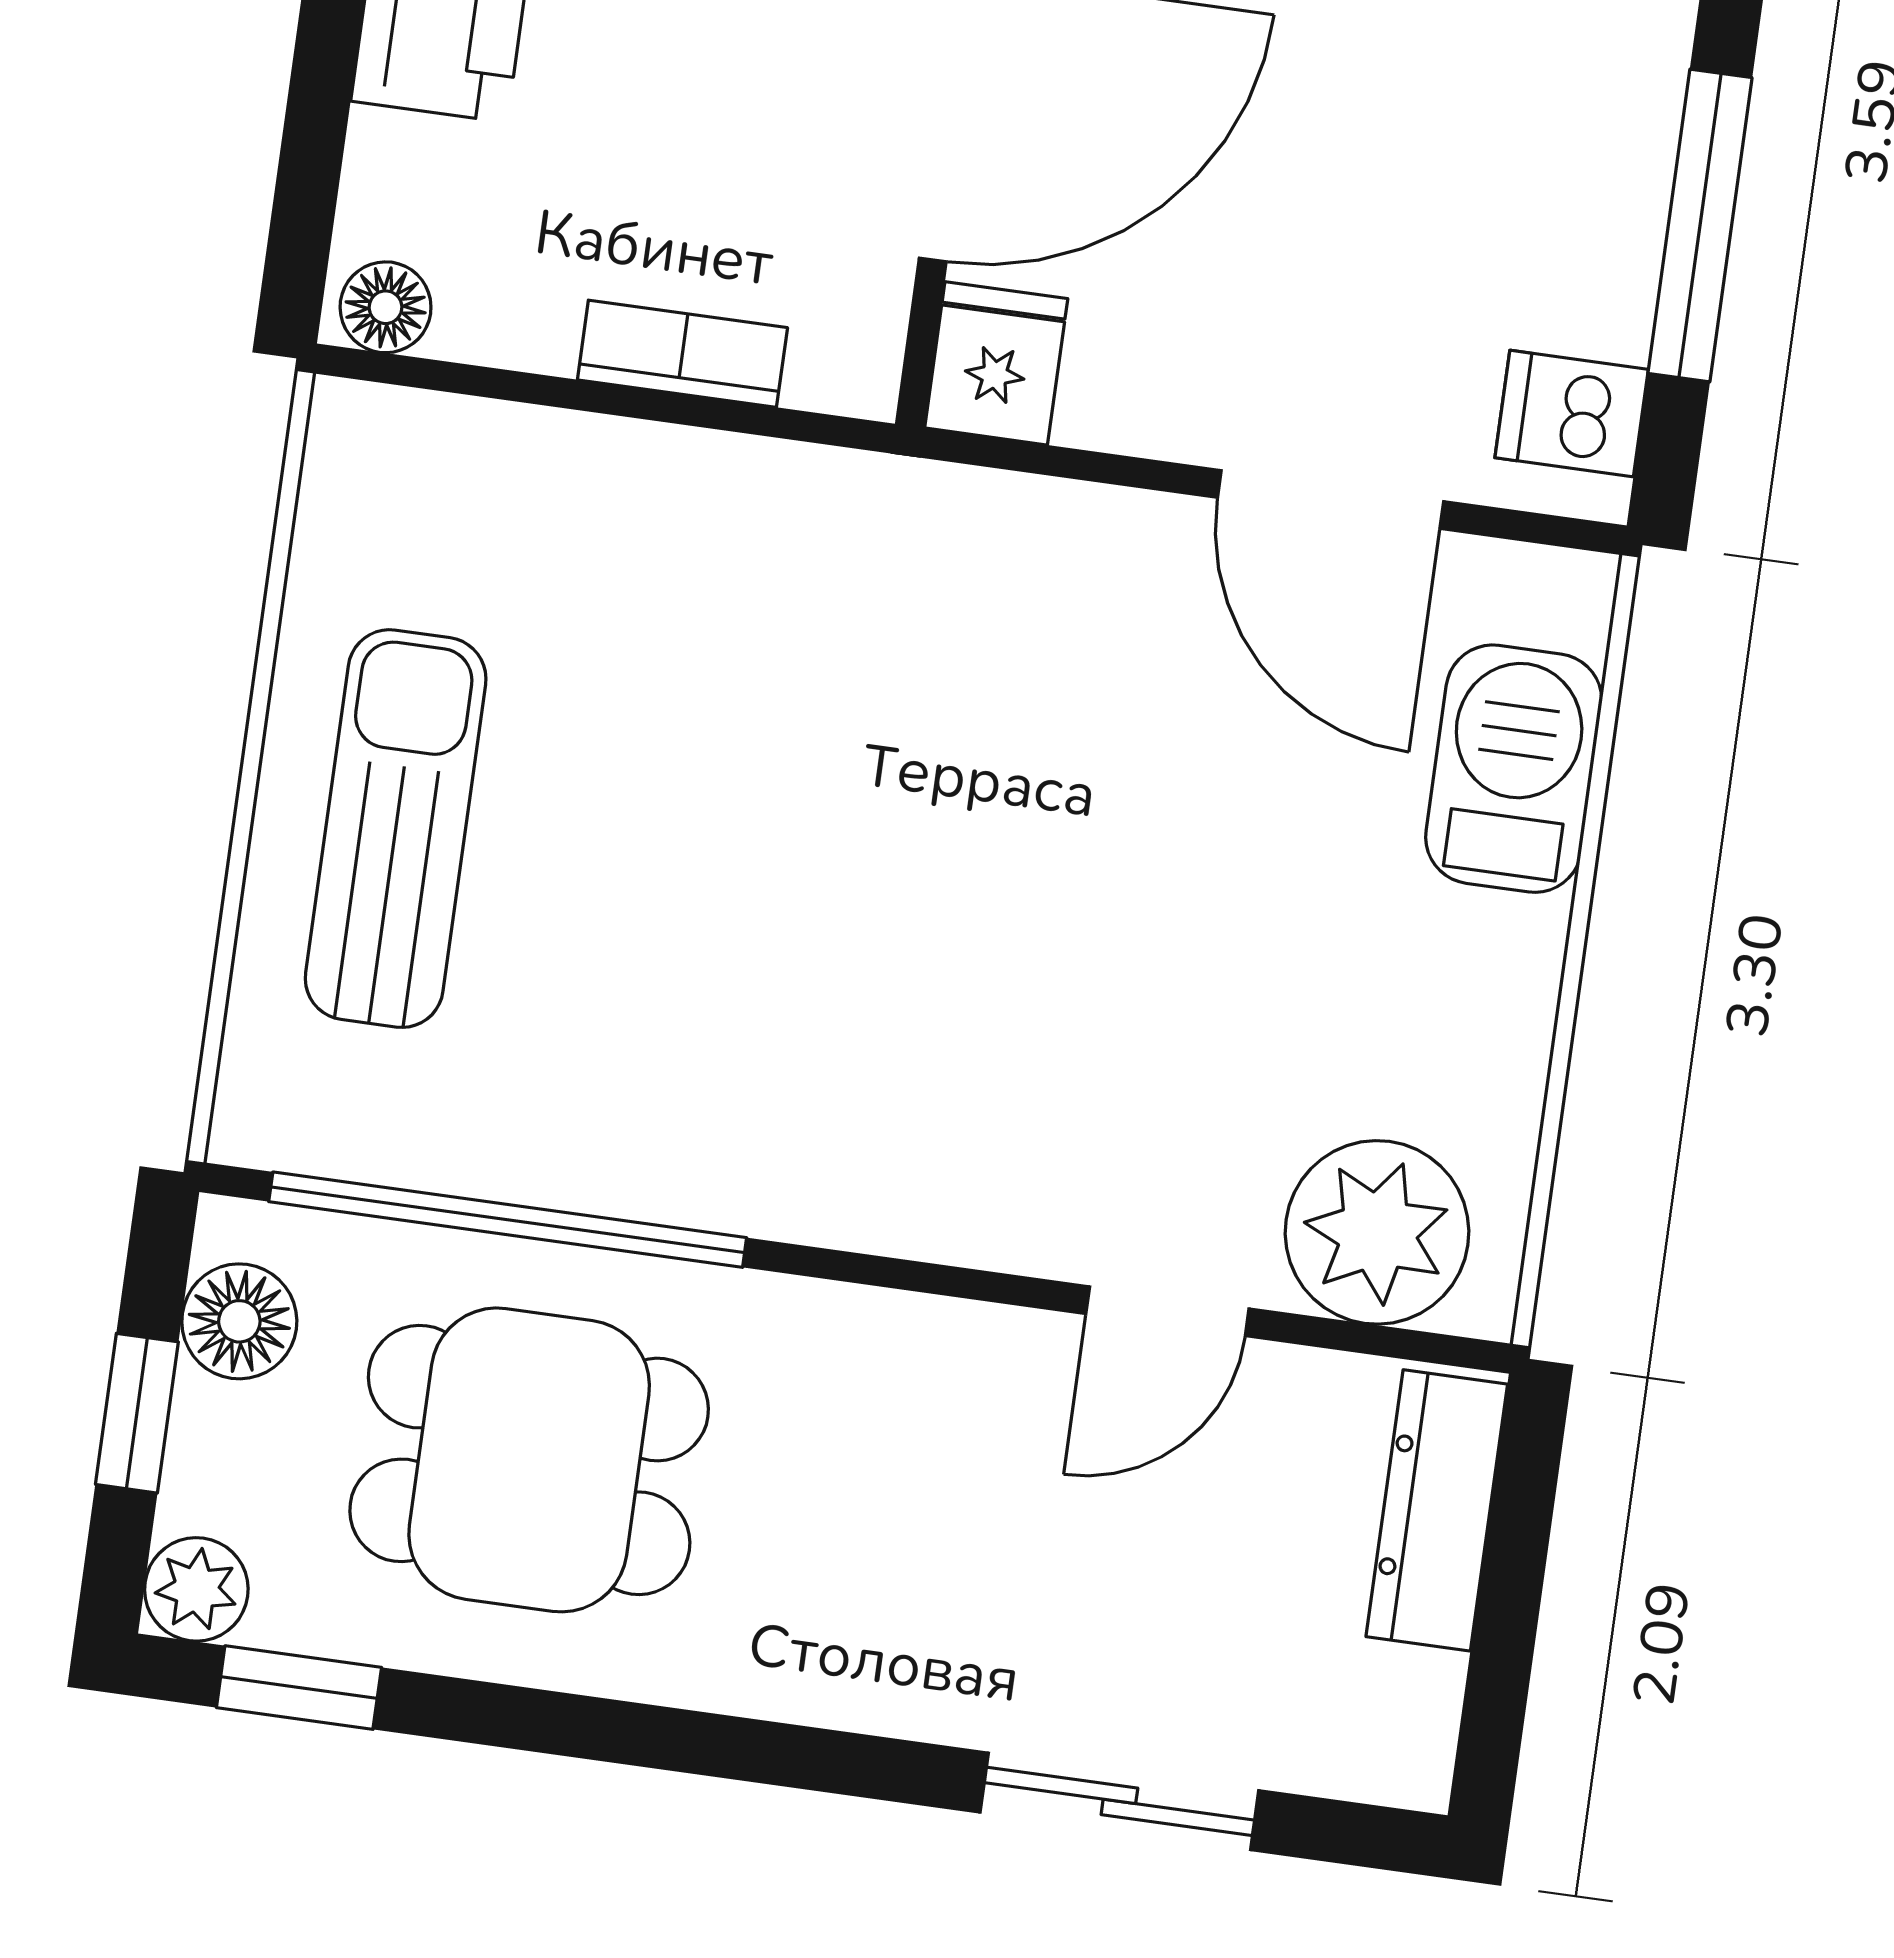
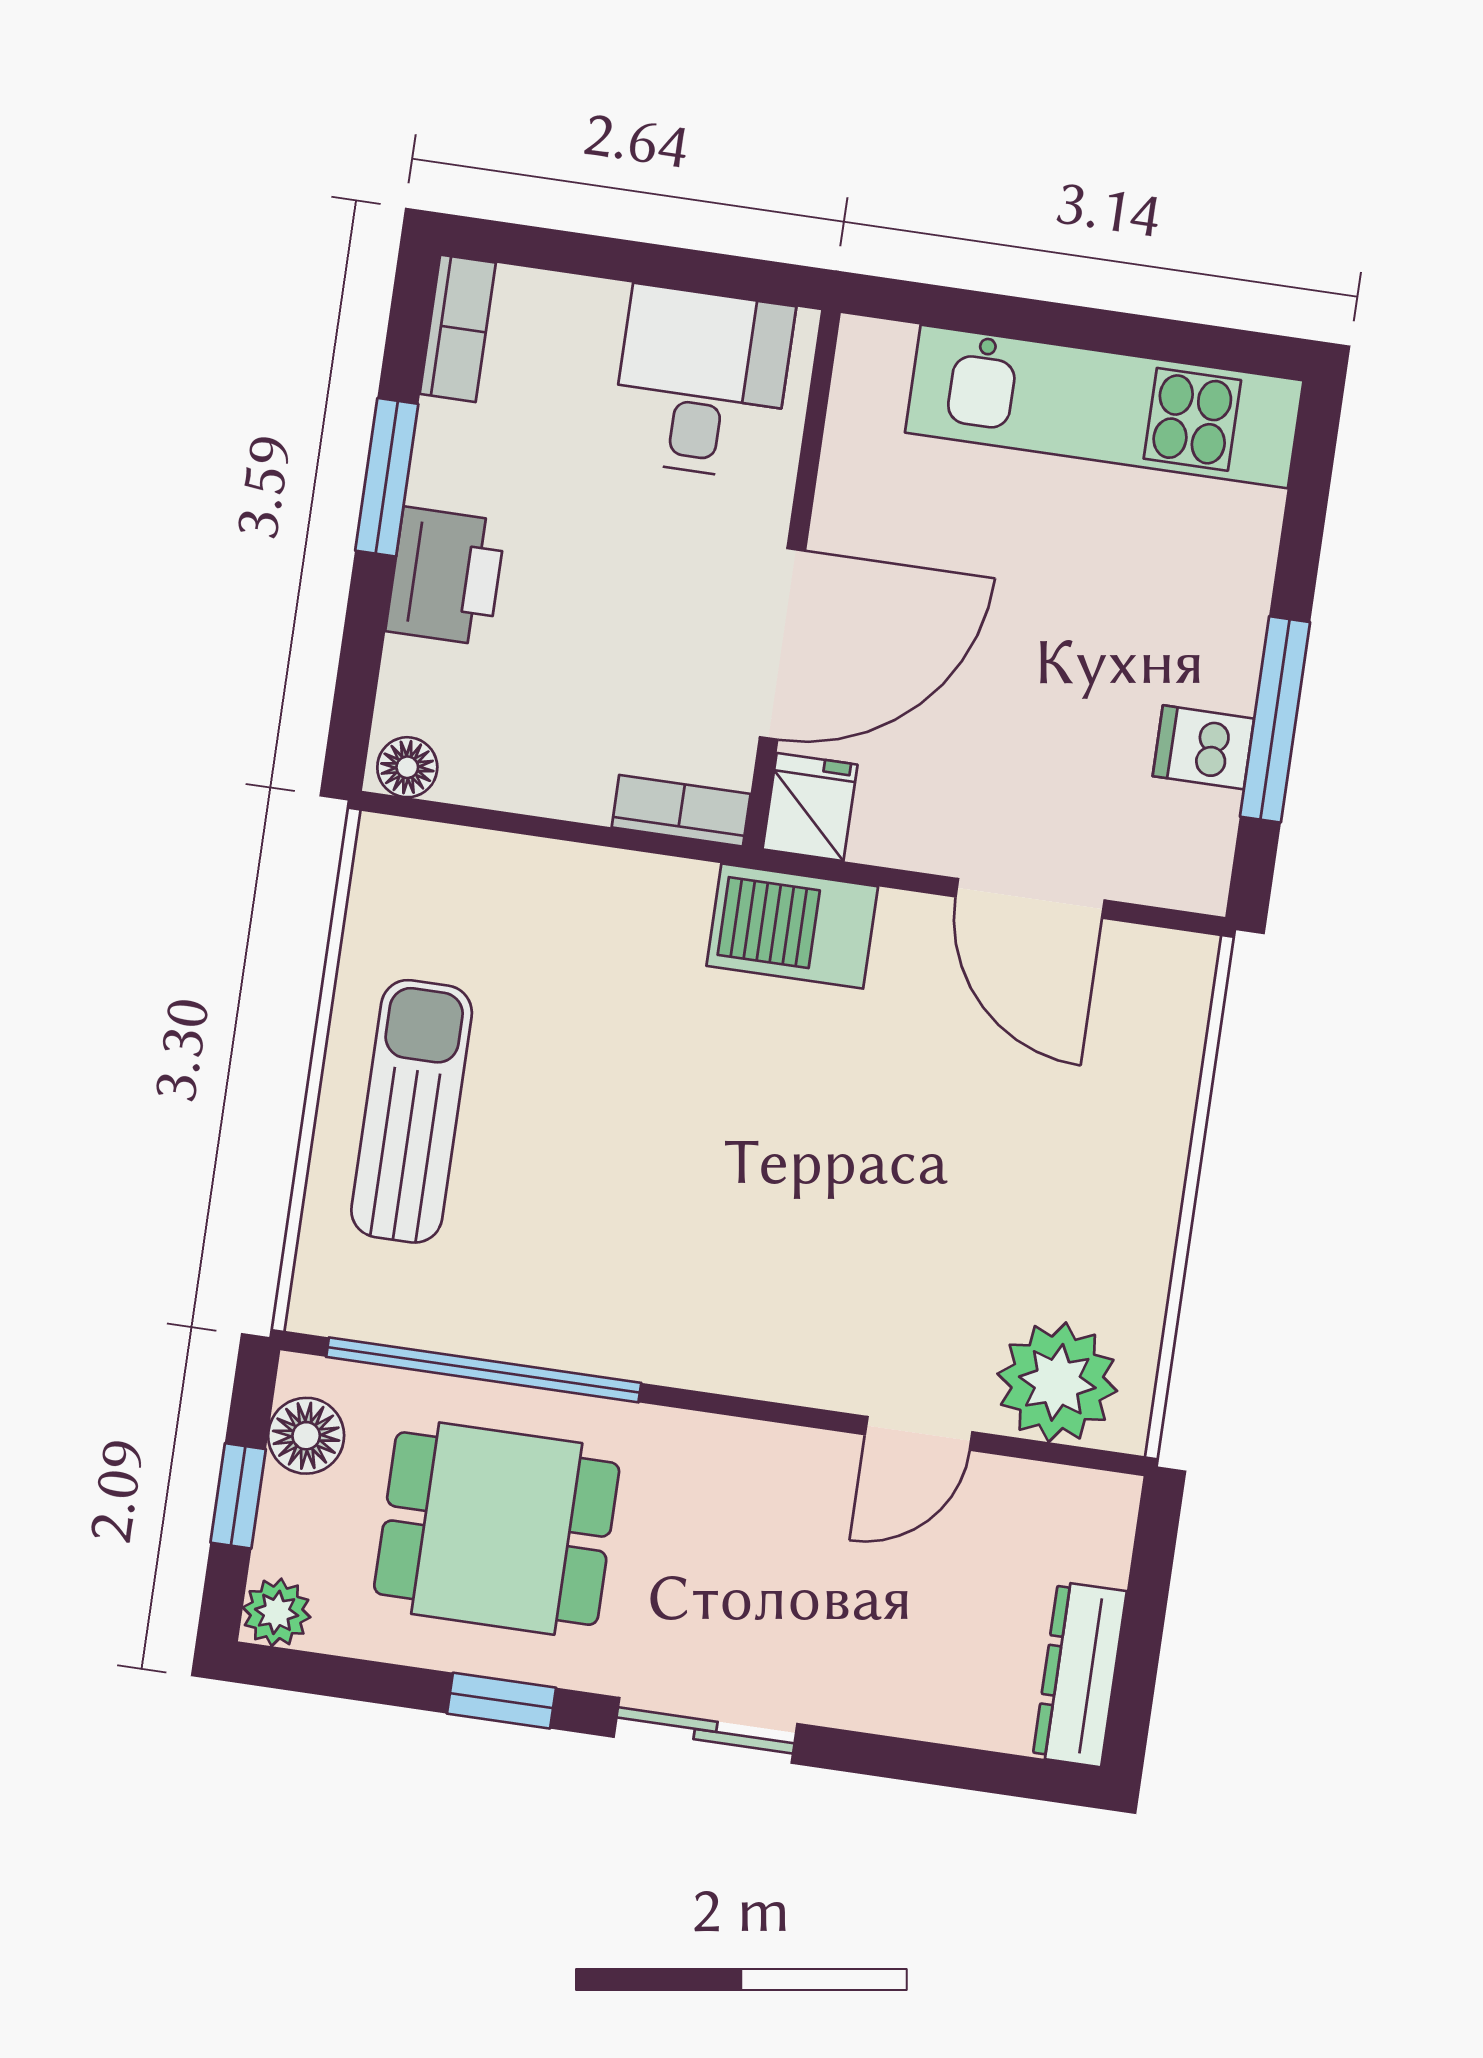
bookcase: (682, 354) -> (681, 811), moved
dishwasher: (1572, 414) -> (1203, 747), moved
barbecue: (1514, 769) -> (792, 926), moved, turned -90
dresser: (1437, 1510) -> (1080, 1674), moved
window: (299, 1688) -> (501, 1701), moved
sliding door: (1119, 1801) -> (706, 1730), moved

